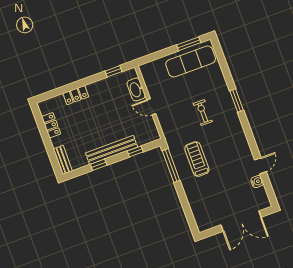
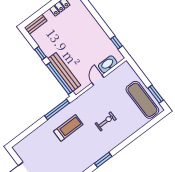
locker: (76, 95) -> (89, 19), removed
window: (237, 101) -> (103, 160), moved
bench: (112, 150) -> (64, 72), moved
window: (135, 151) -> (59, 78), width x3.17

